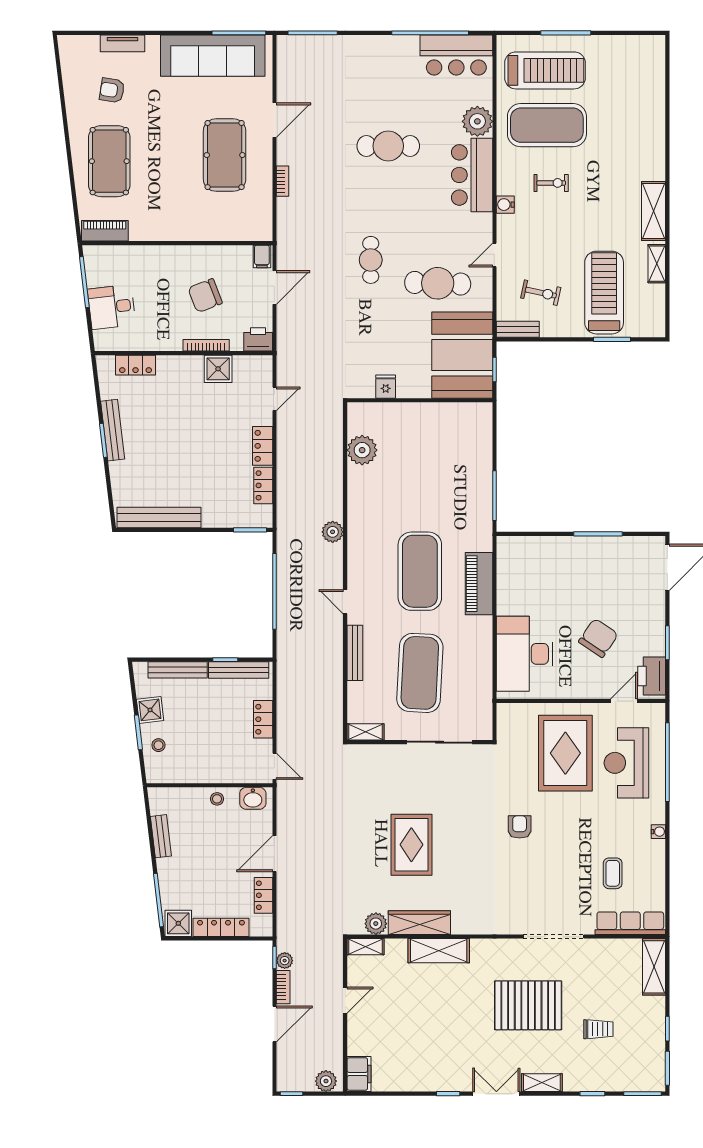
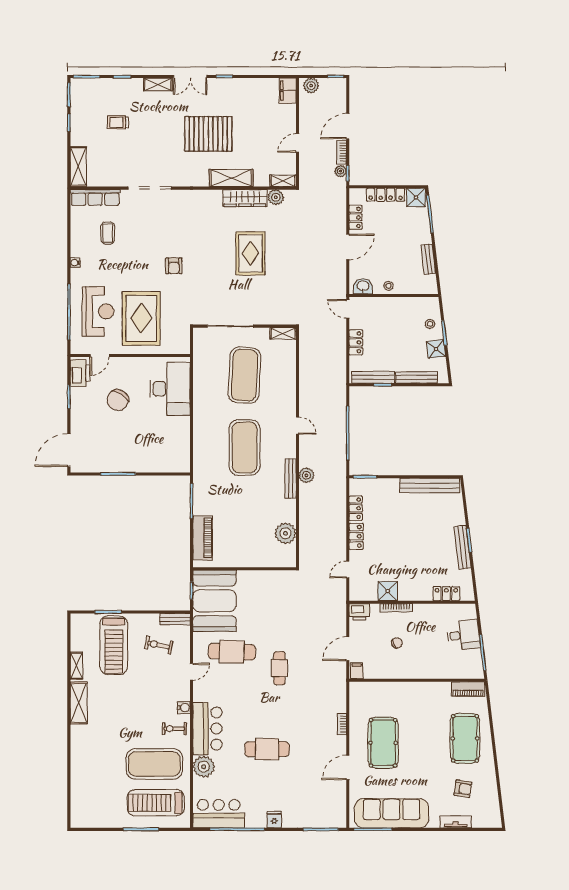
exercise bike: (551, 183) -> (174, 729), moved
chair: (205, 296) -> (397, 643), width x0.54, depth x0.54
fridge: (386, 387) -> (274, 820), moved, turned 180
piano: (479, 584) -> (203, 538), moved
bench: (355, 653) -> (291, 478), moved
pallet: (528, 1005) -> (208, 134), moved

